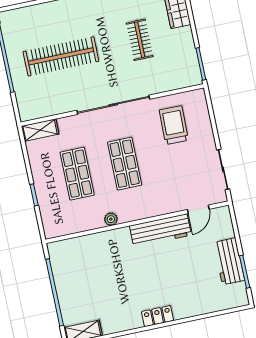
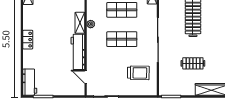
shelving: (112, 237) -> (80, 23), added
workbench: (229, 261) -> (30, 82), moved, turned 90

